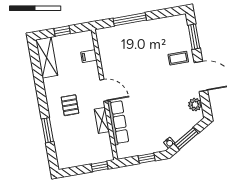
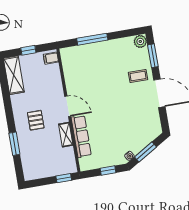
filing cabinet: (89, 56) -> (51, 58), moved
plant: (195, 105) -> (140, 41), moved

